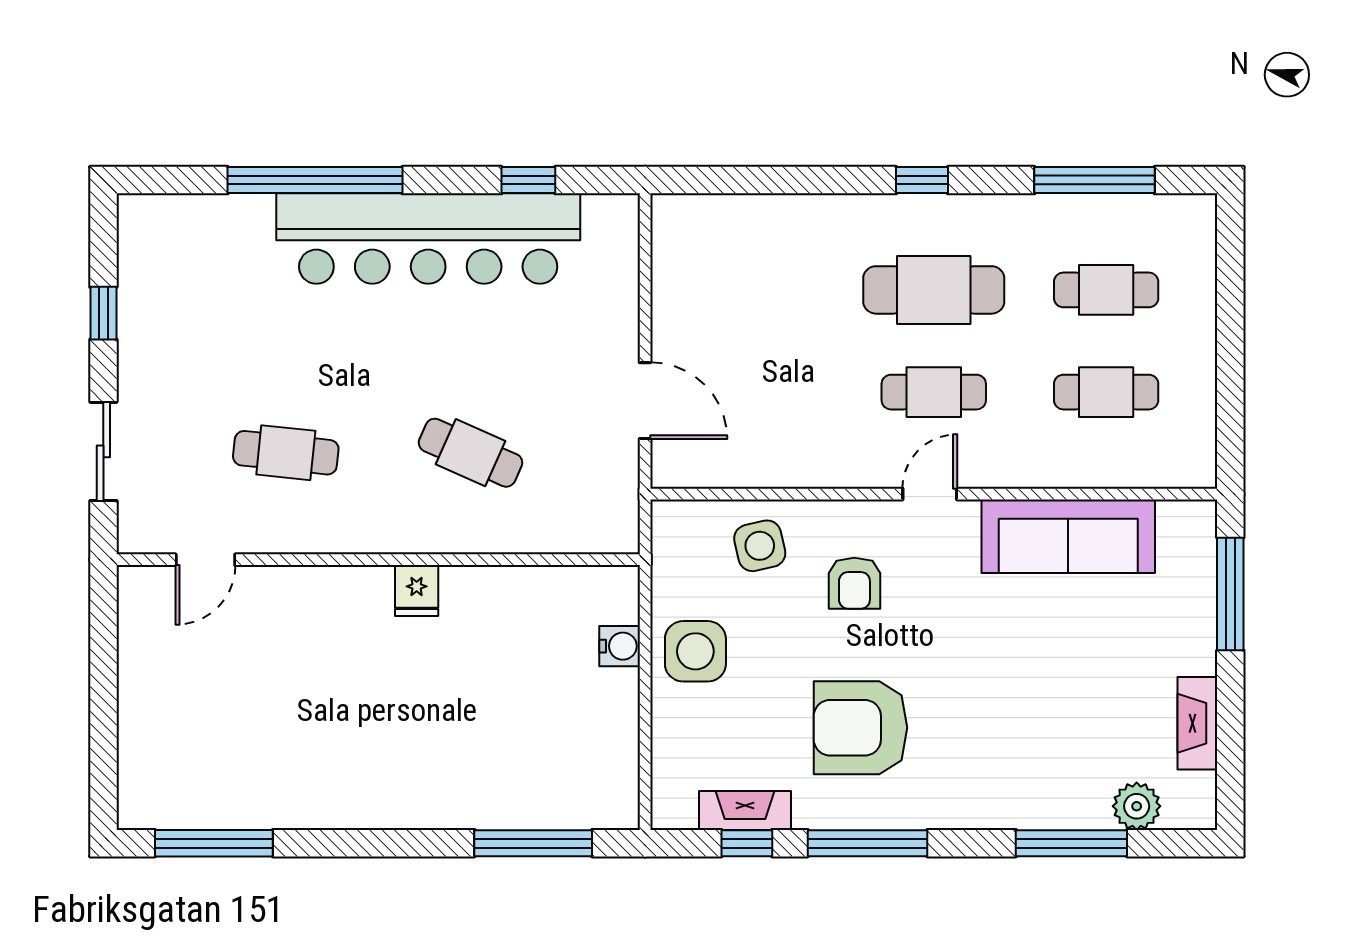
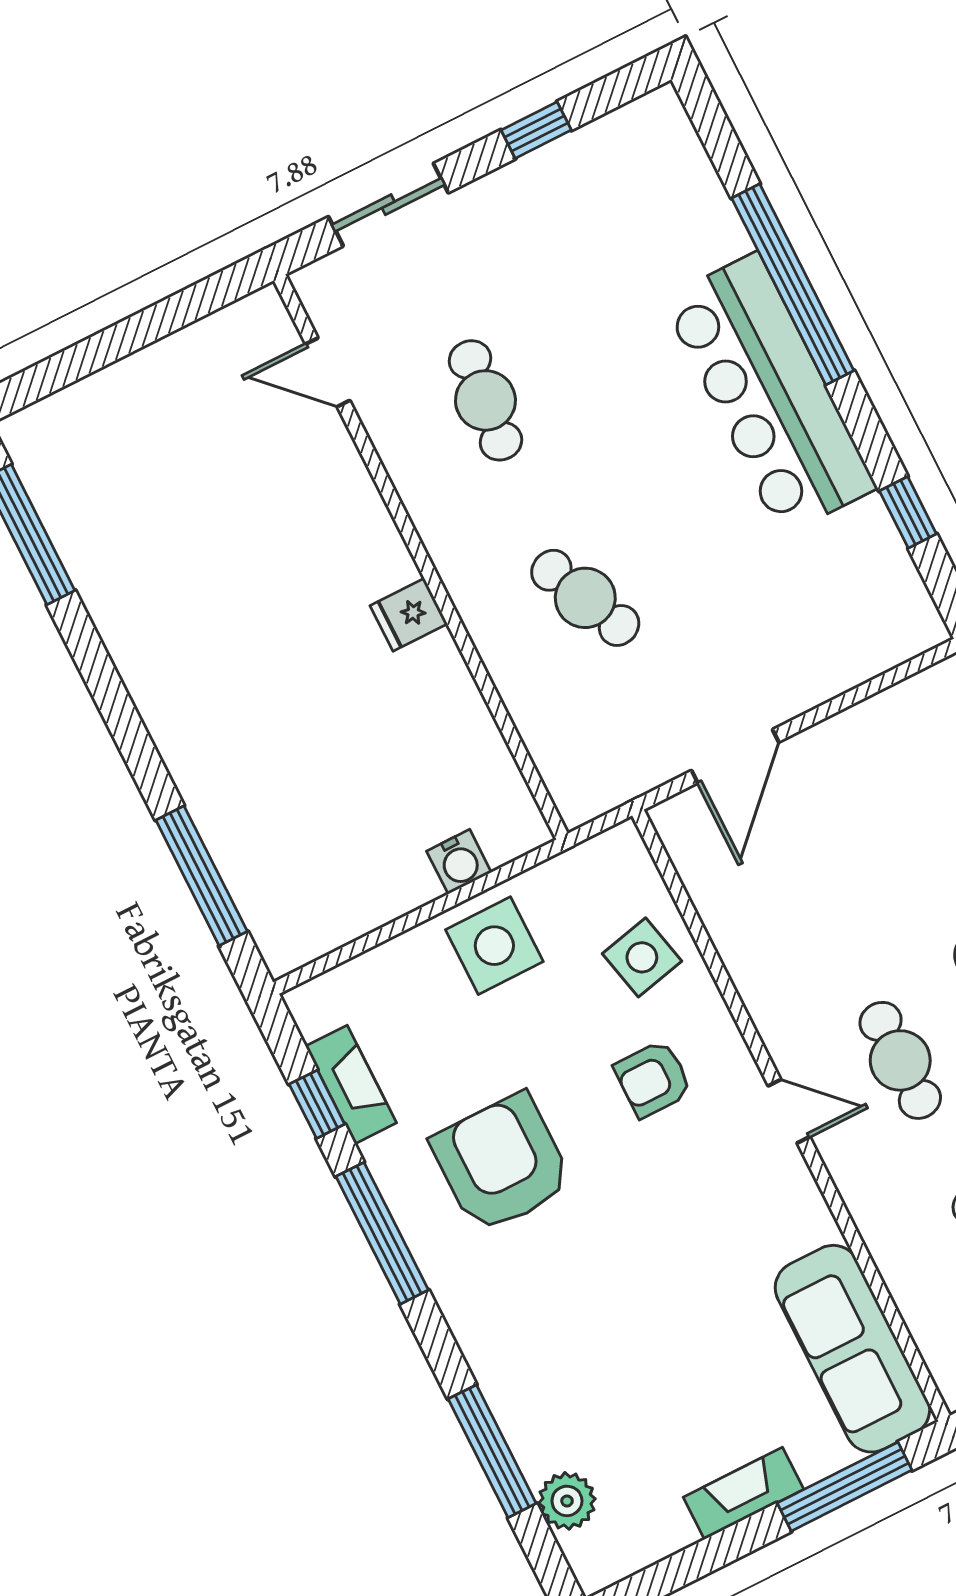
bar counter: (428, 239) -> (770, 394), width x0.73
cafe table: (470, 453) -> (585, 598), turned -48
sofa: (1068, 536) -> (852, 1349), moved
fireplace: (1197, 723) -> (744, 1493), moved

